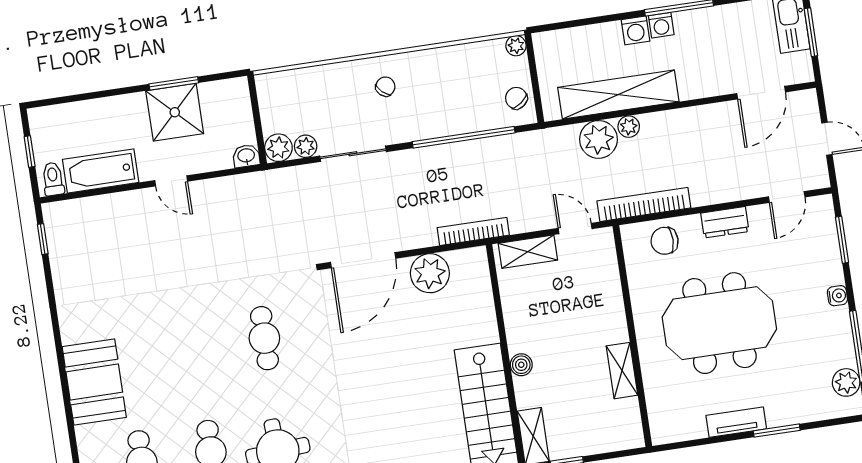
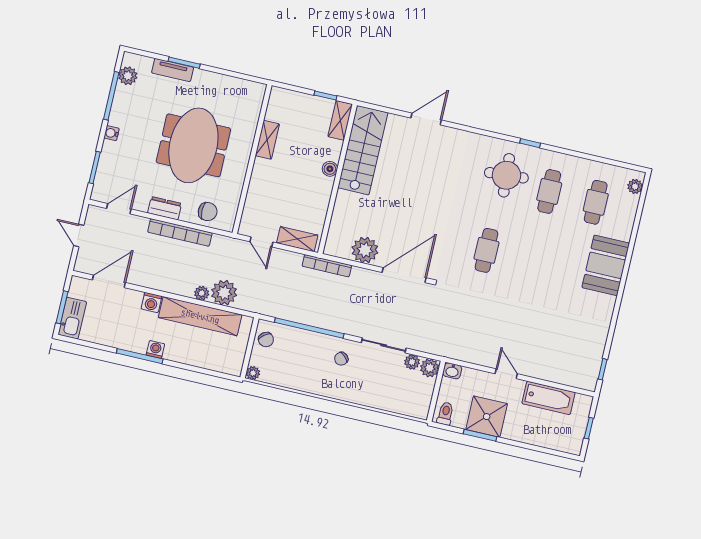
washing machine: (635, 30) -> (151, 302), moved, turned 180
chair: (385, 87) -> (341, 359), moved
toilet: (53, 179) -> (445, 414), moved, turned 180
bookcase: (644, 204) -> (180, 232), moved
meeting table: (719, 323) -> (193, 145), turned 90
tv unit: (736, 422) -> (173, 70), moved

